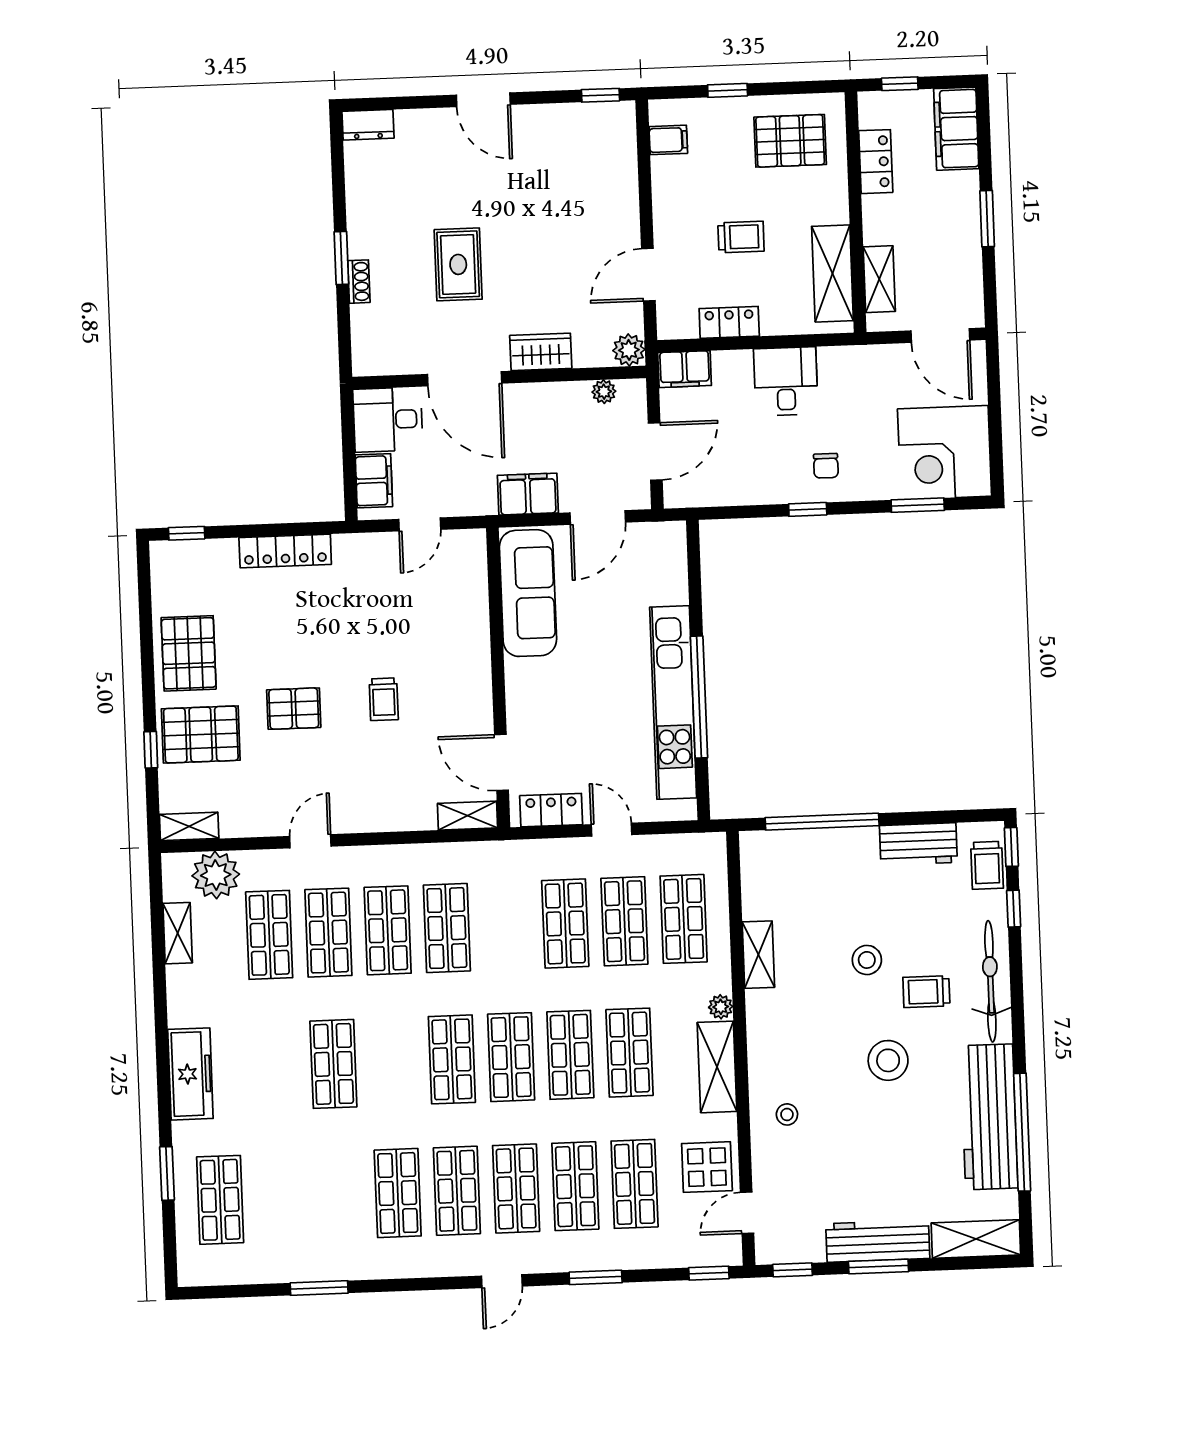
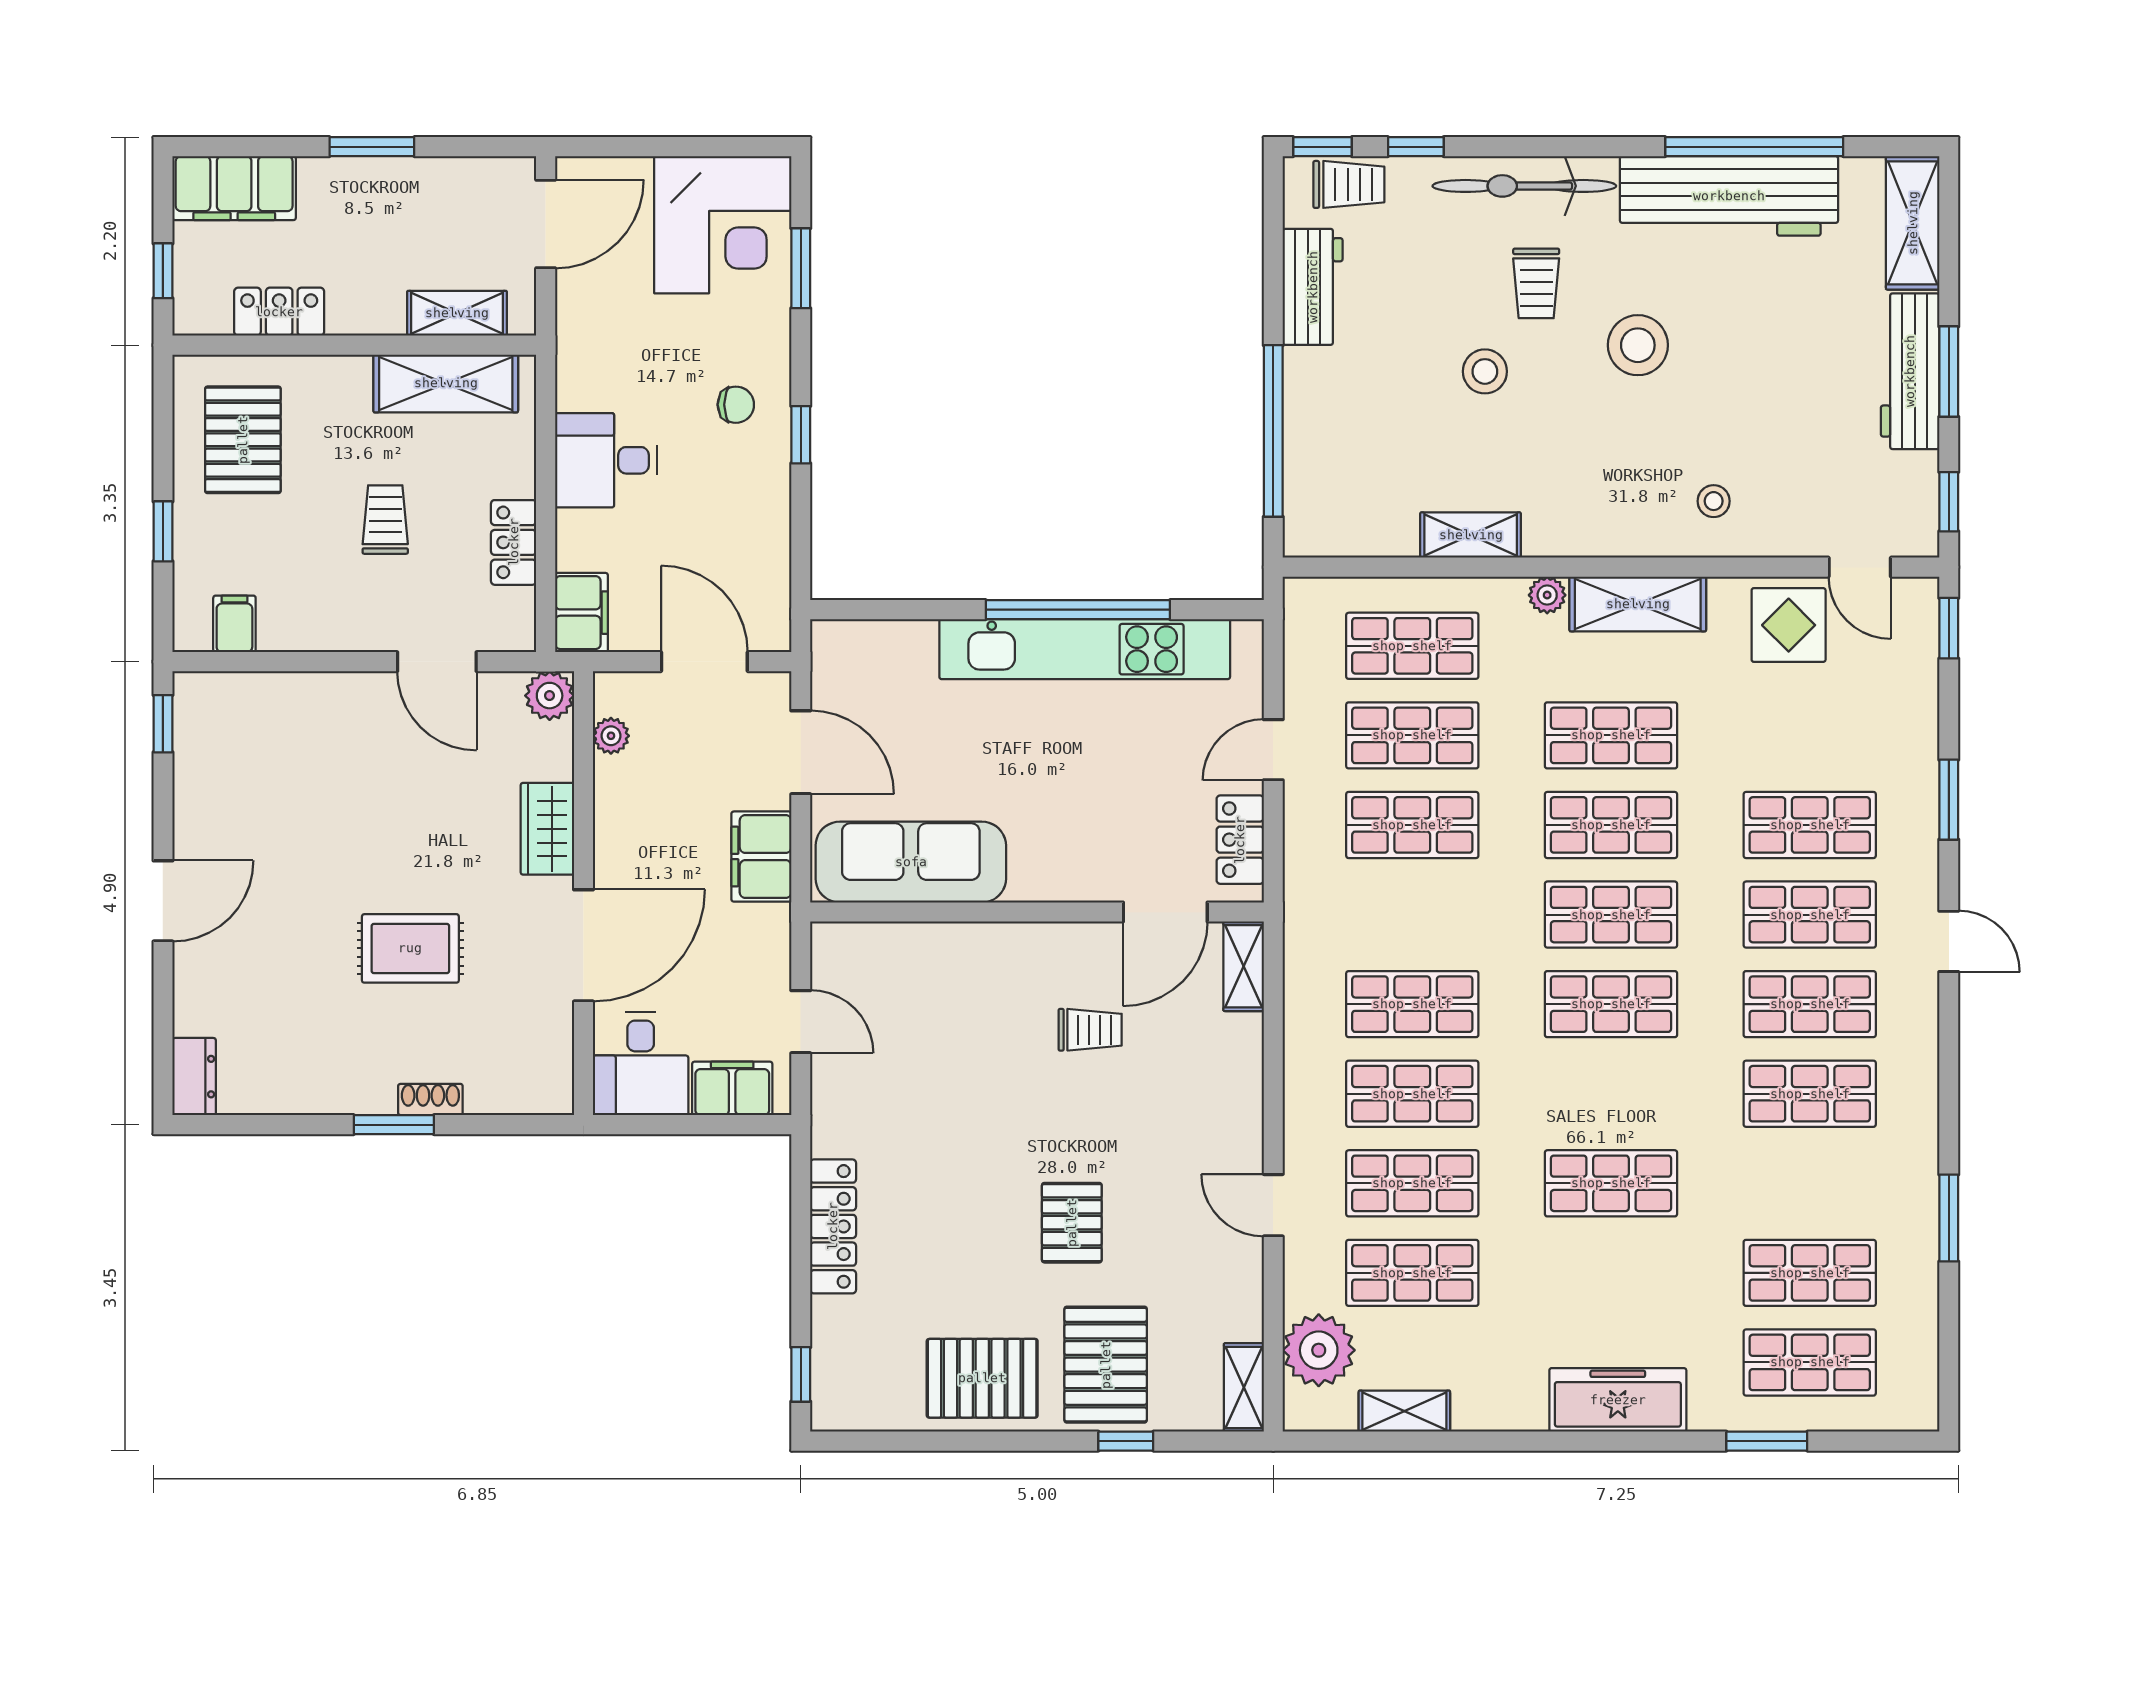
trolley: (384, 699) -> (1090, 1030), moved
shop shelf: (635, 1184) -> (1810, 1273), moved

